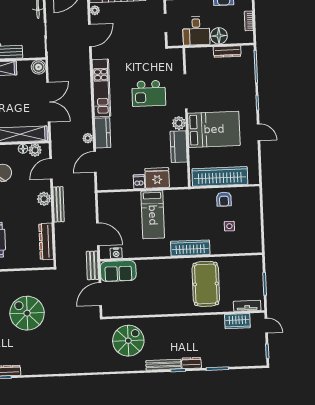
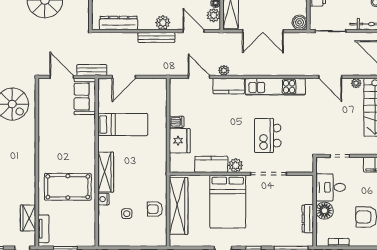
bed: (153, 215) -> (123, 125), moved, turned 180
nightstand: (116, 253) -> (103, 199), moved

